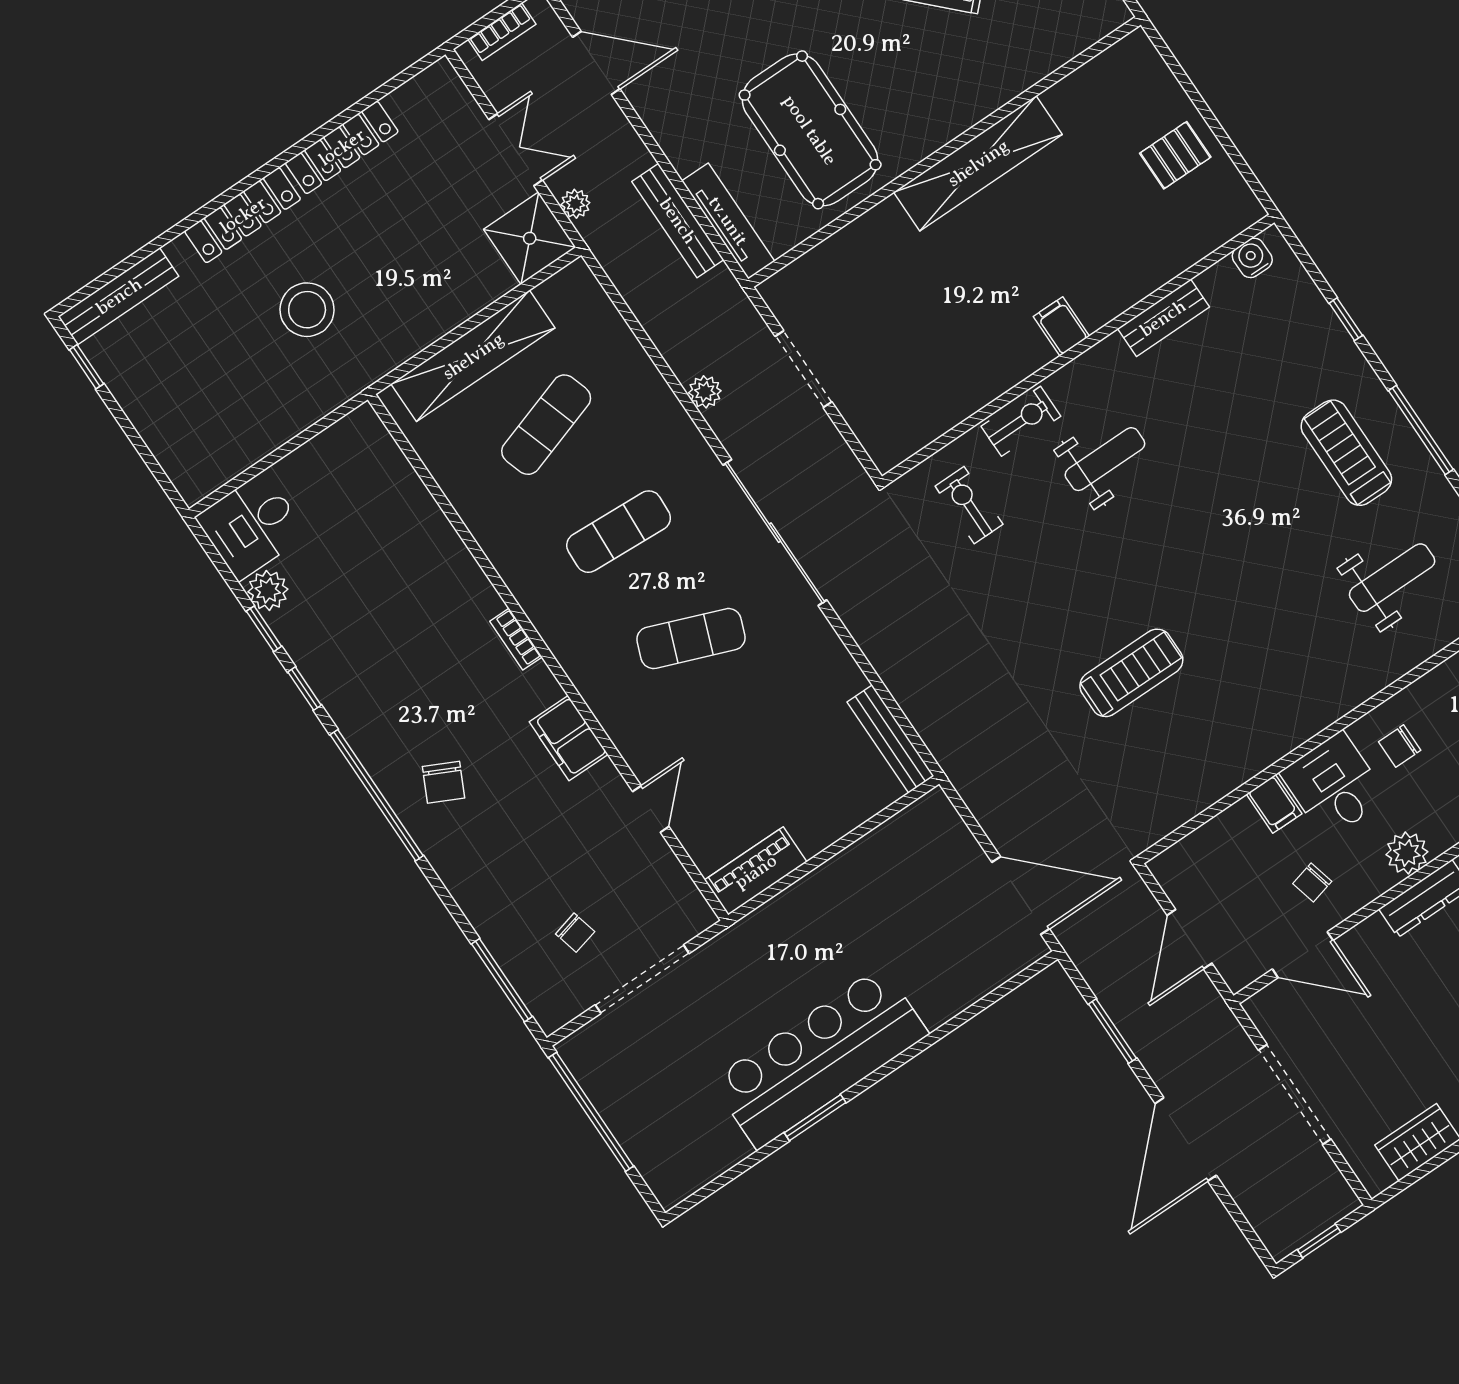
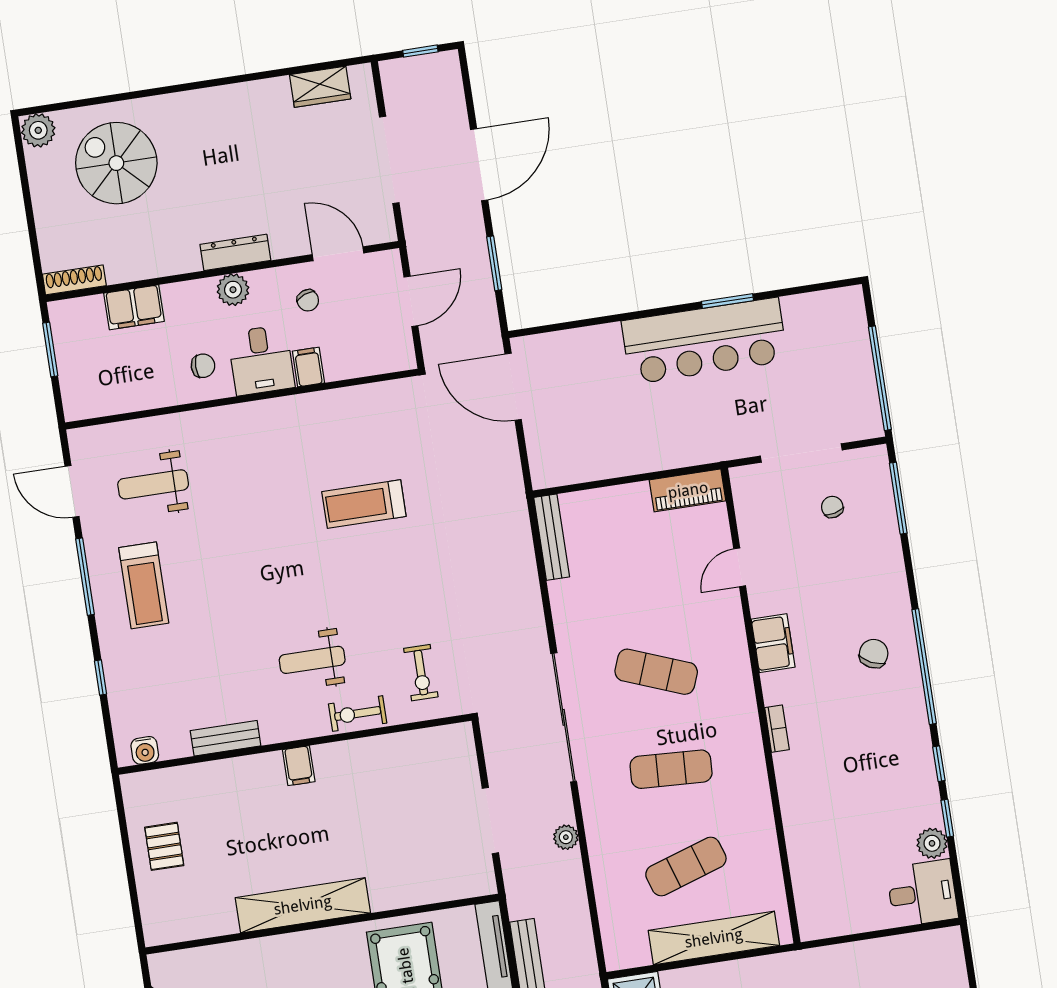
pallet: (1175, 155) -> (164, 846), turned 90
chair: (1312, 882) -> (308, 300), turned 83

